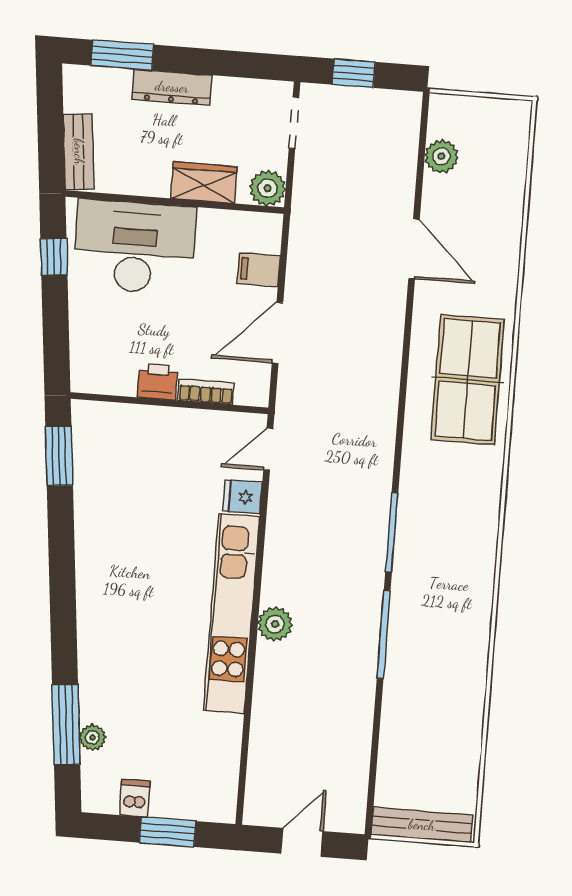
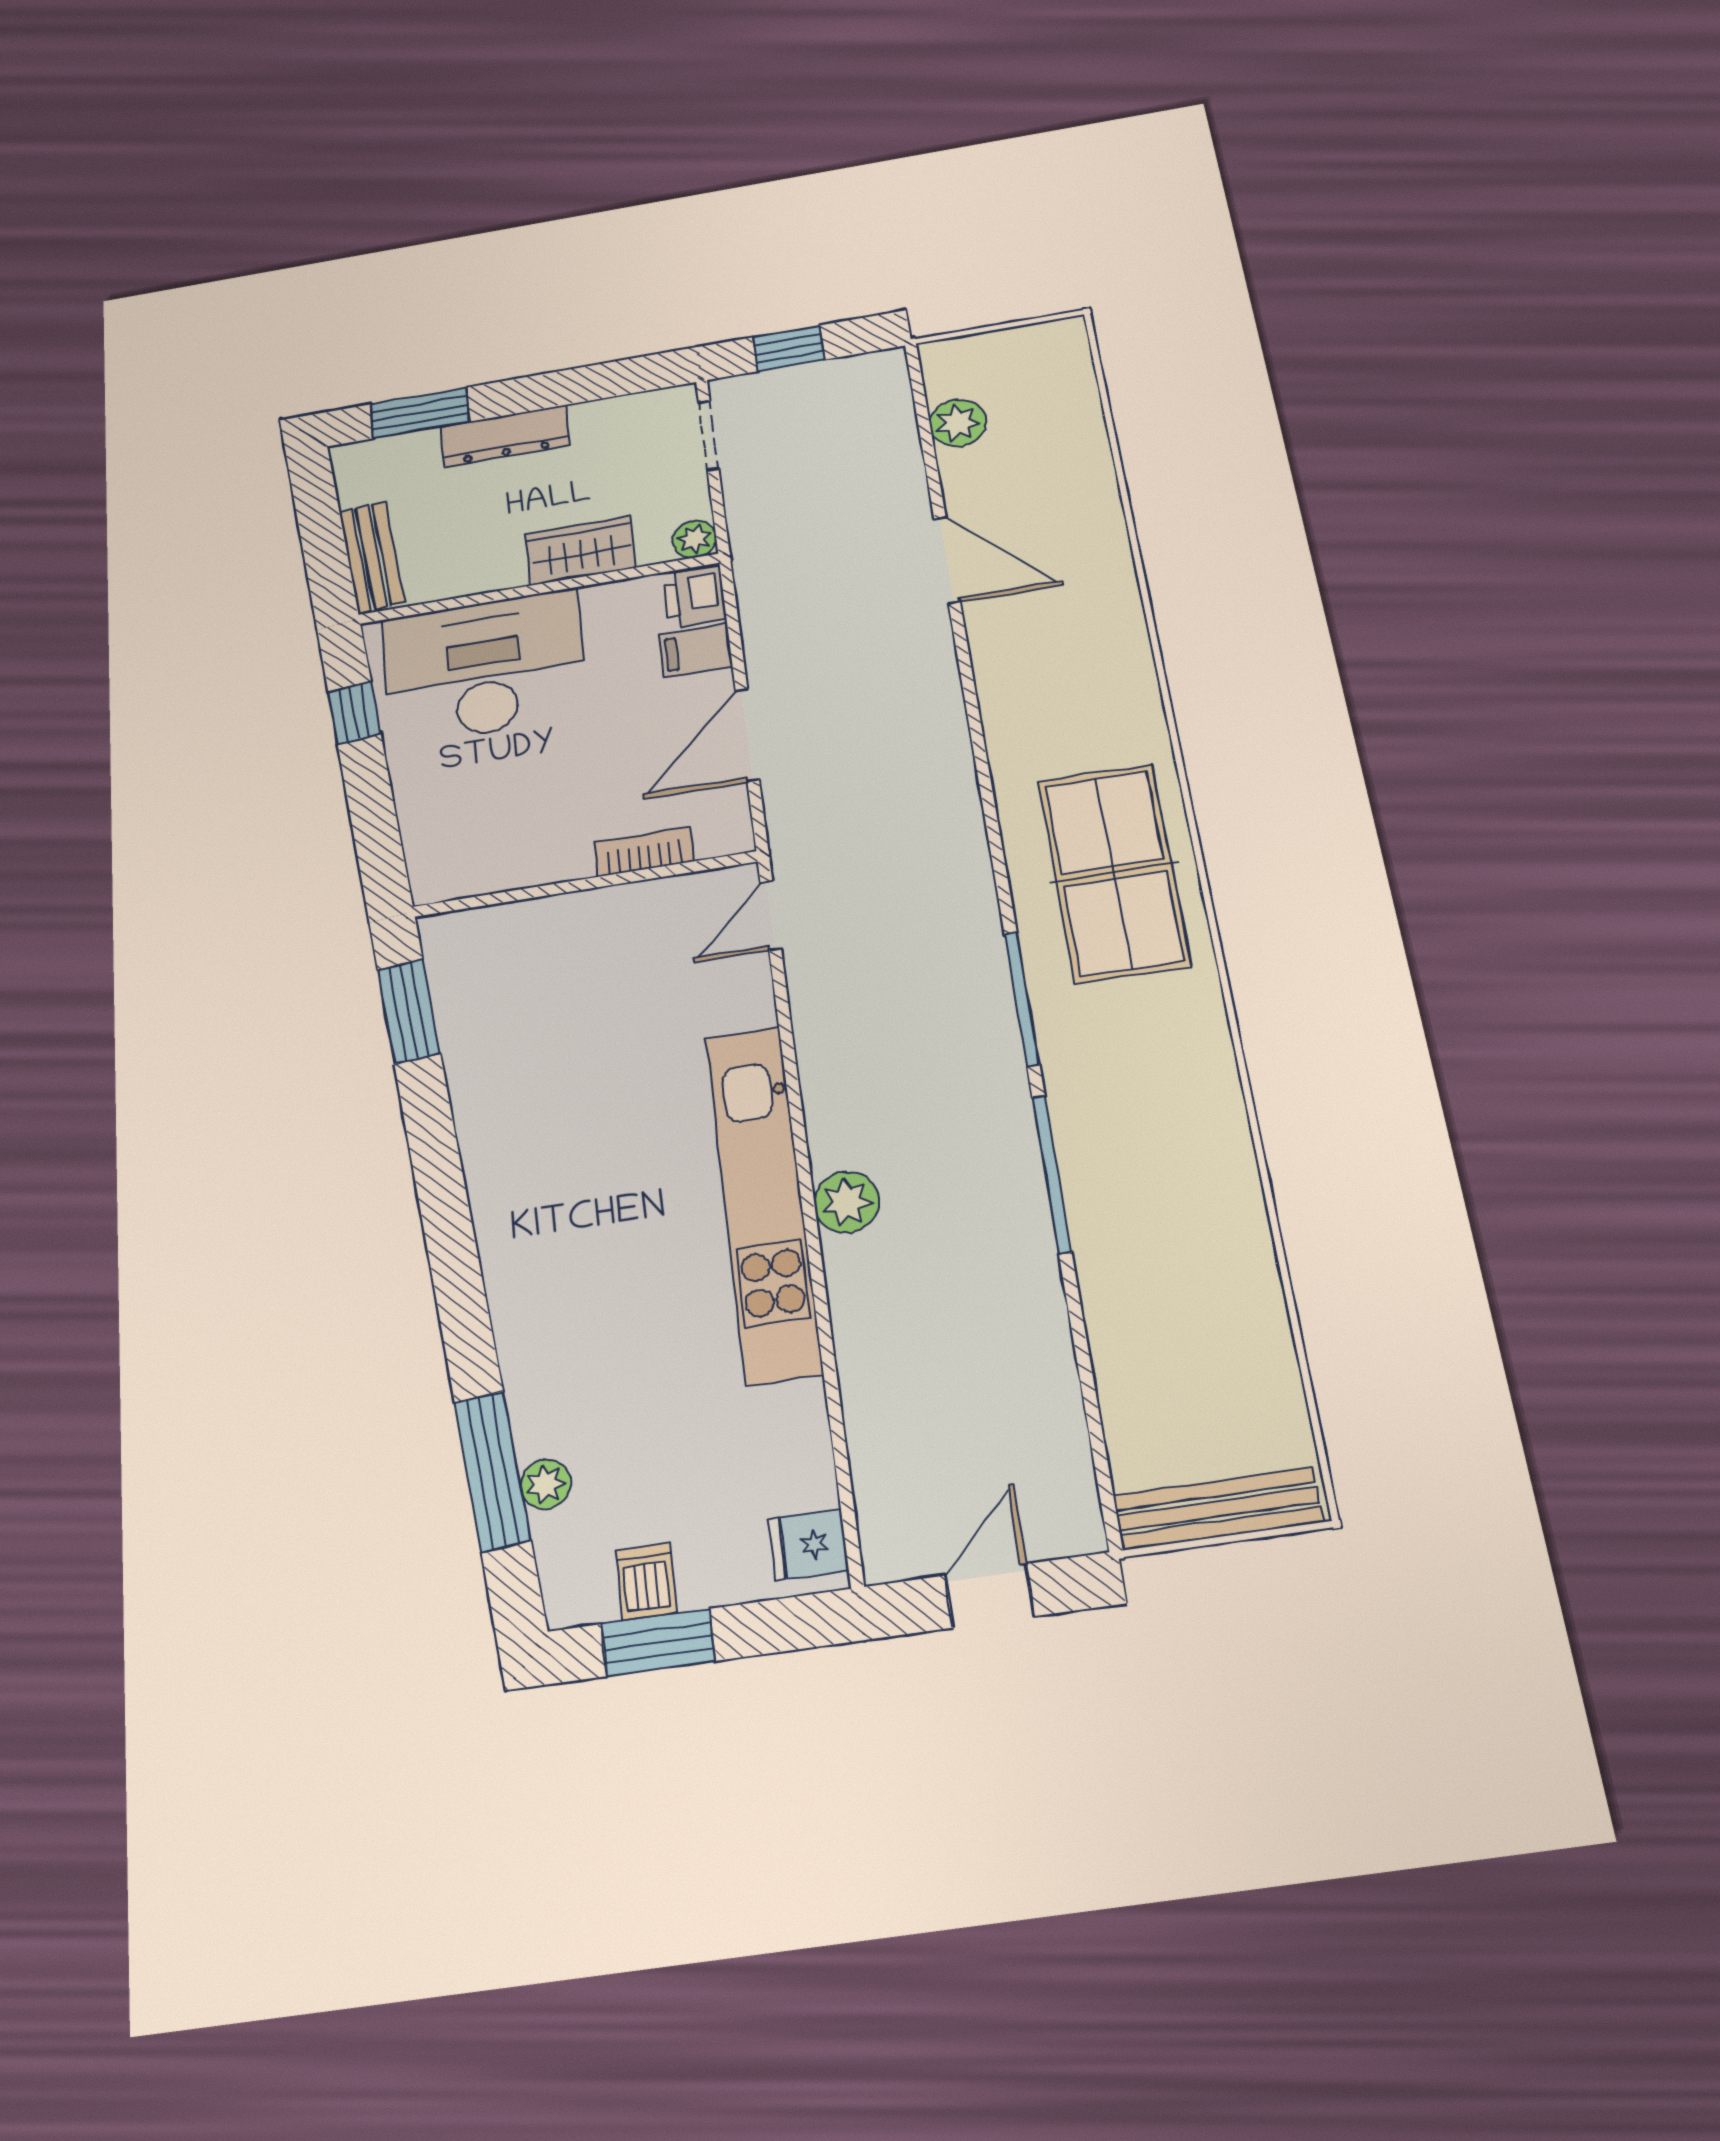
plant: (268, 188) -> (695, 539), width x0.73, depth x0.73
table tennis table: (468, 380) -> (1114, 873), moved
printer: (157, 382) -> (695, 597), moved, turned -90
fridge: (243, 497) -> (808, 1545), moved
window: (168, 832) -> (658, 1642), moved

